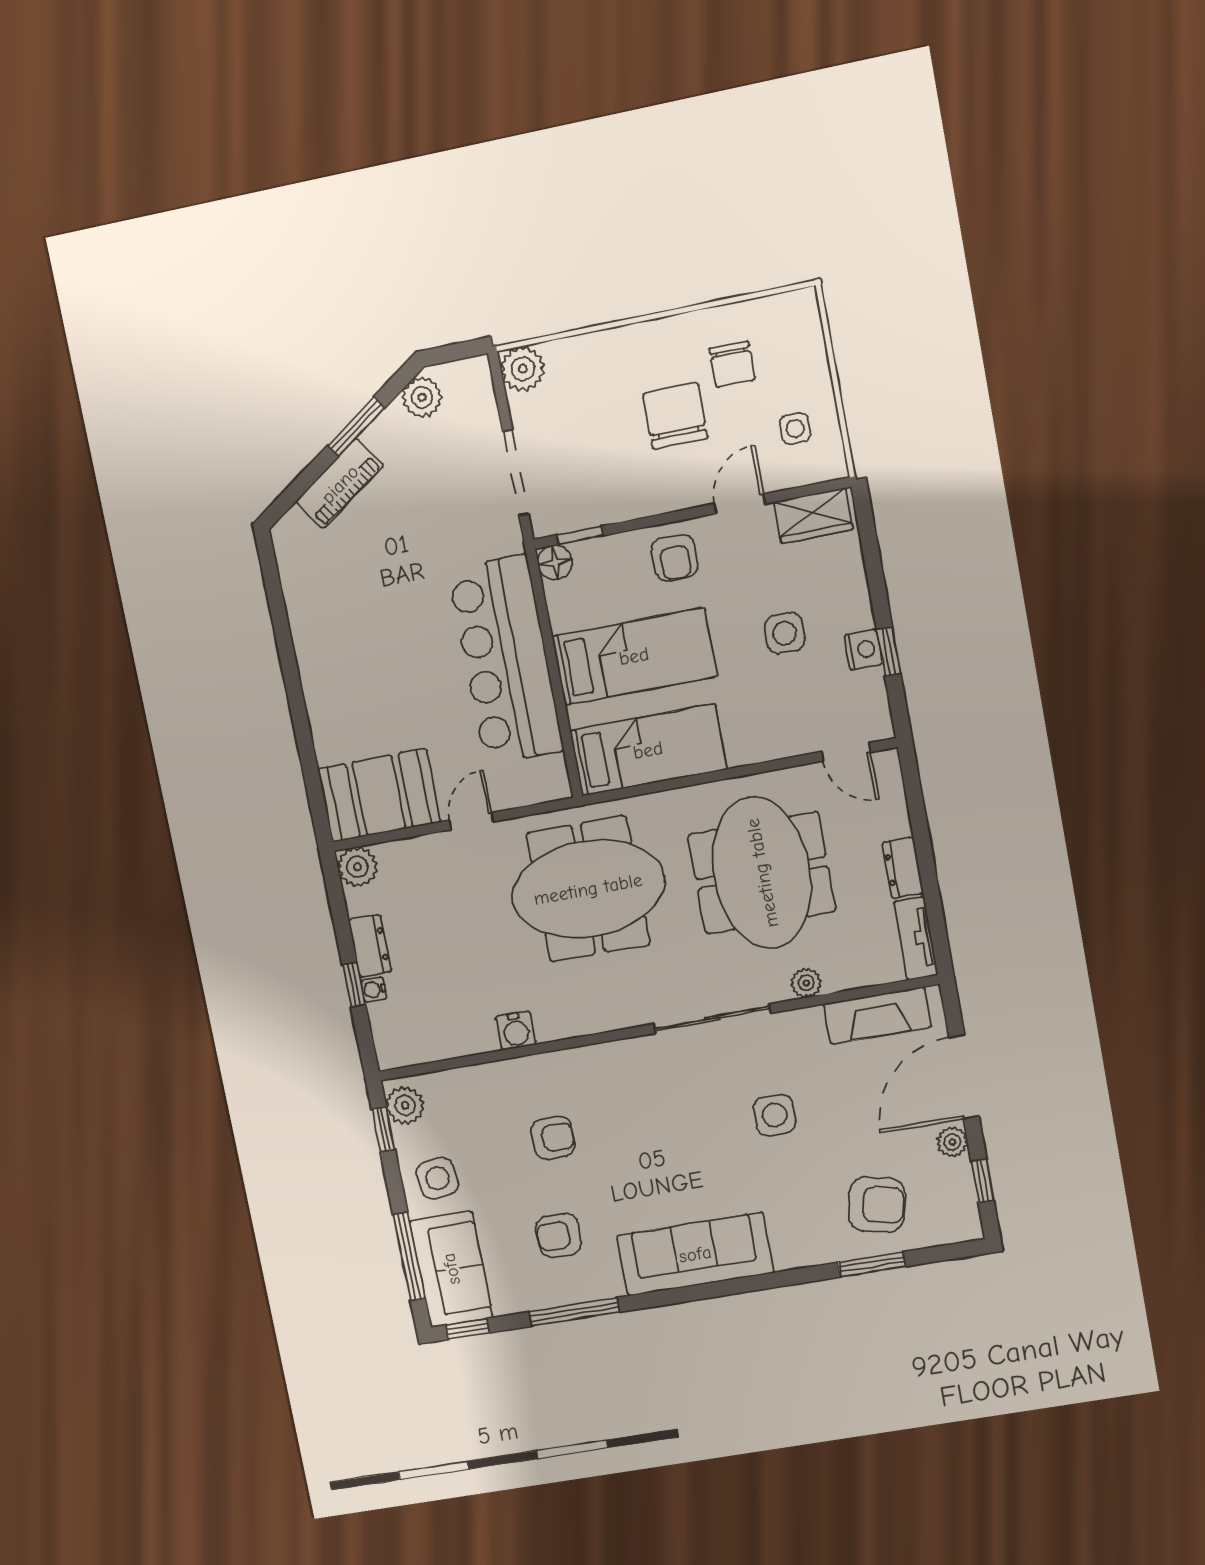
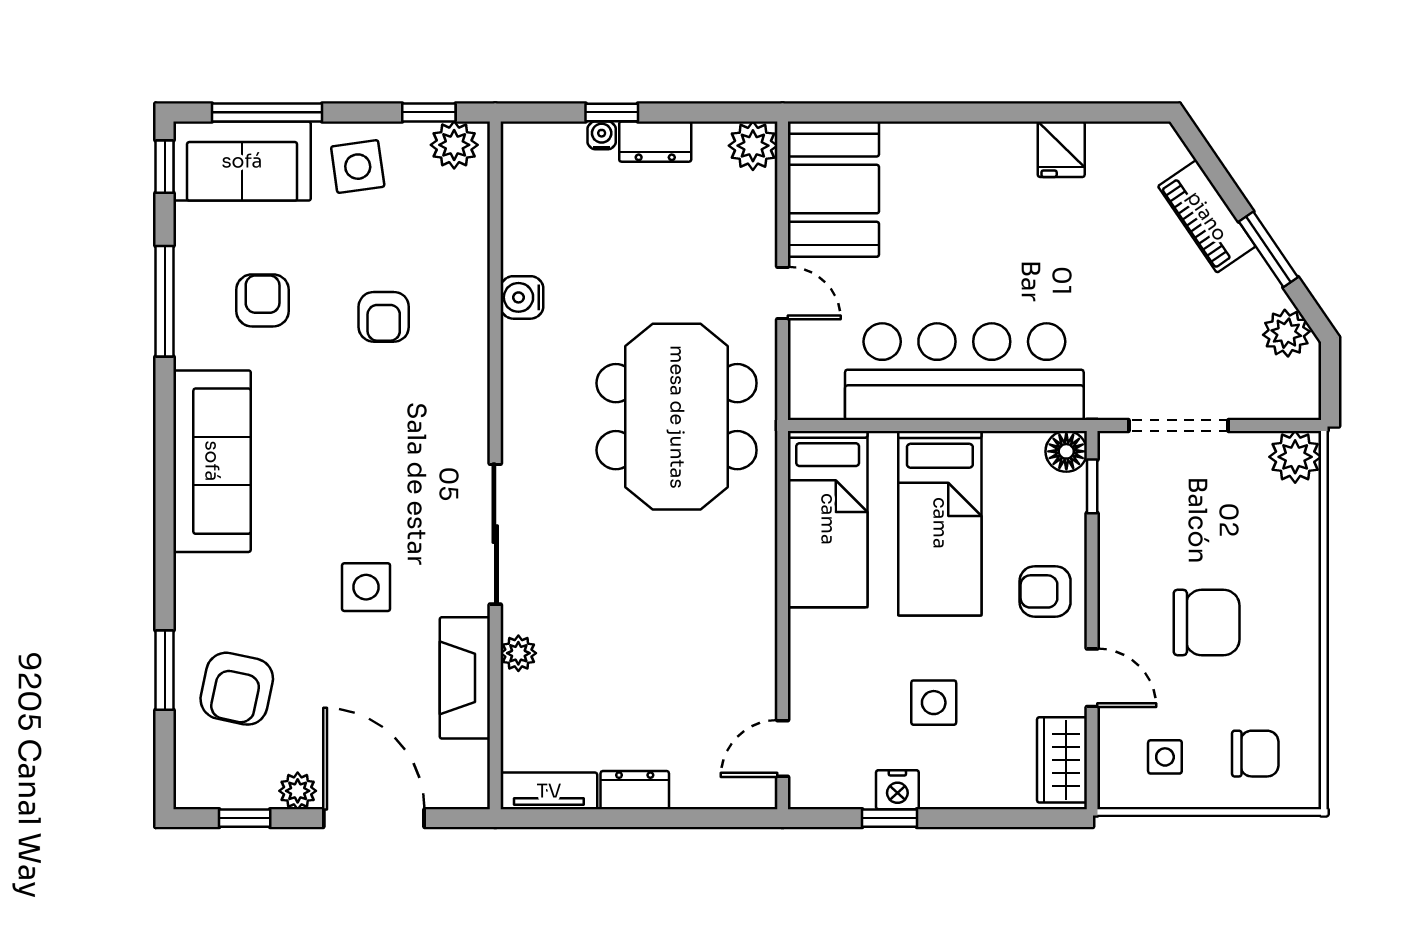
chair: (732, 364) -> (1255, 754), moved, turned 180
fridge: (310, 615) -> (1061, 149), added
meeting table: (762, 873) -> (659, 625), removed
fireplace: (877, 1015) -> (465, 678), moved

